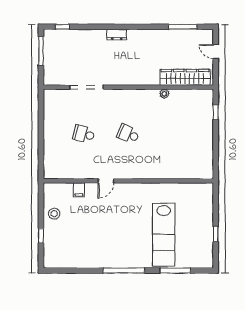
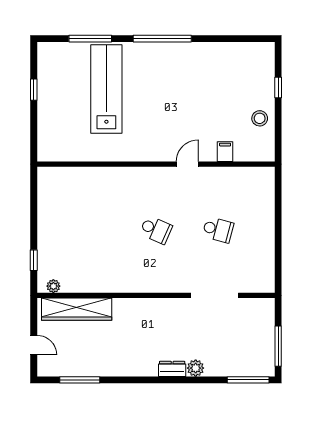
window: (62, 27) -> (248, 380), width x2.17
plant: (100, 35) -> (196, 368), added
plant: (164, 94) -> (53, 286), moved

